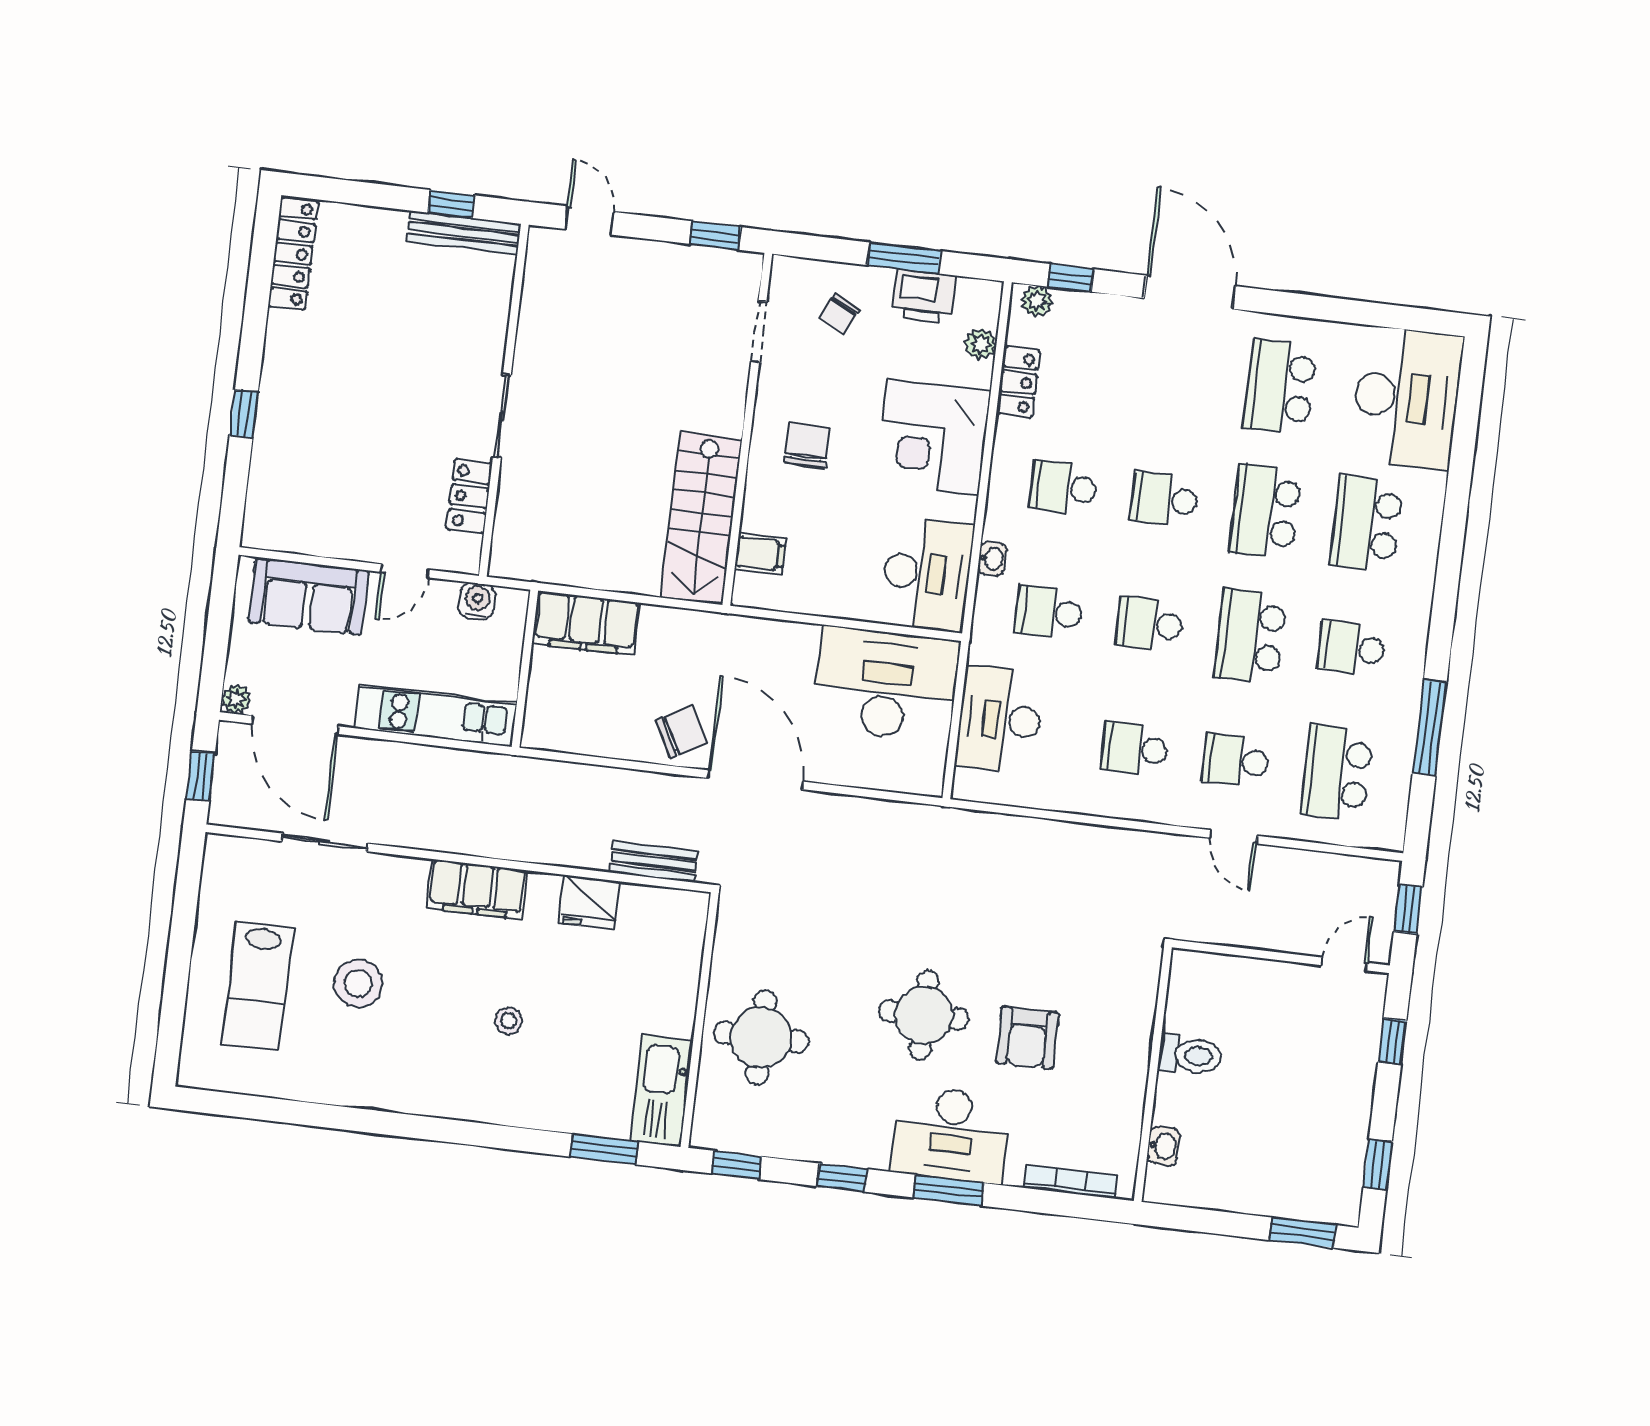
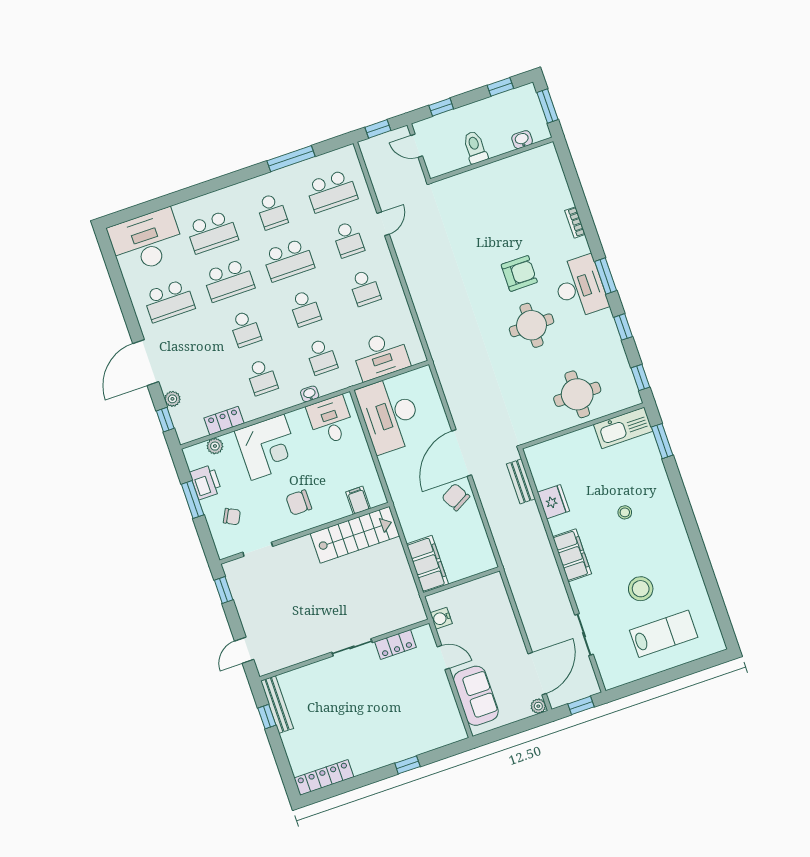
plant: (1037, 301) -> (172, 399), moved
desk: (927, 573) -> (331, 420), width x0.73
kitchen unit: (435, 715) -> (502, 612), removed
toilet: (1190, 1055) -> (475, 147), moved
wall: (1153, 1074) -> (492, 160), moved
washbasin: (1163, 1146) -> (522, 140), moved
bookcase: (1071, 1182) -> (575, 222), width x0.64

